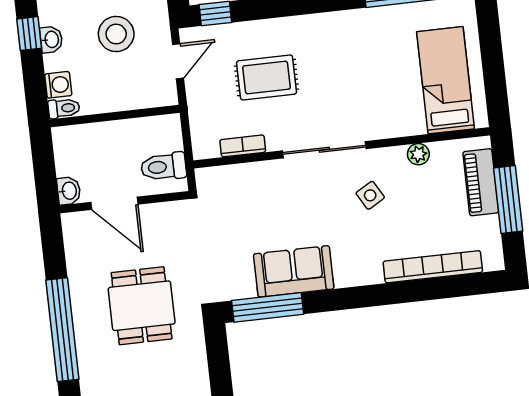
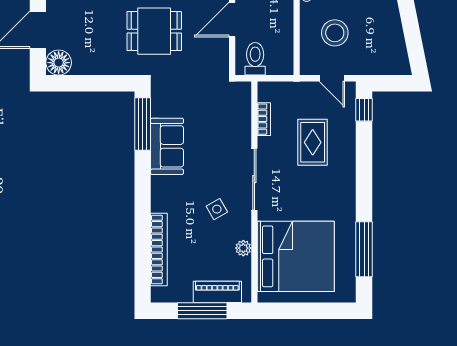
stool: (116, 34) -> (335, 33), moved
bed: (446, 80) -> (296, 256), width x2.04

